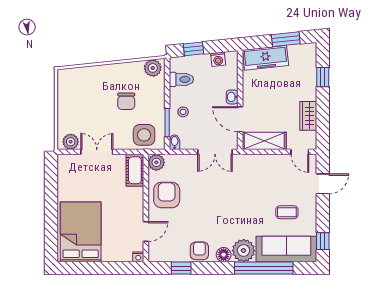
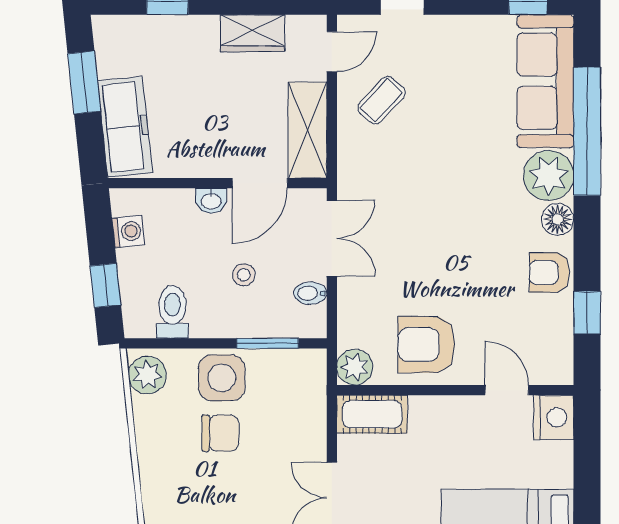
stool: (183, 112) -> (244, 275), moved
side table: (144, 135) -> (222, 378), moved
bidet: (175, 142) -> (310, 293), moved
coffee table: (287, 212) -> (381, 100), moved, turned 43
nightstand: (138, 257) -> (554, 417), width x1.89, depth x1.79

